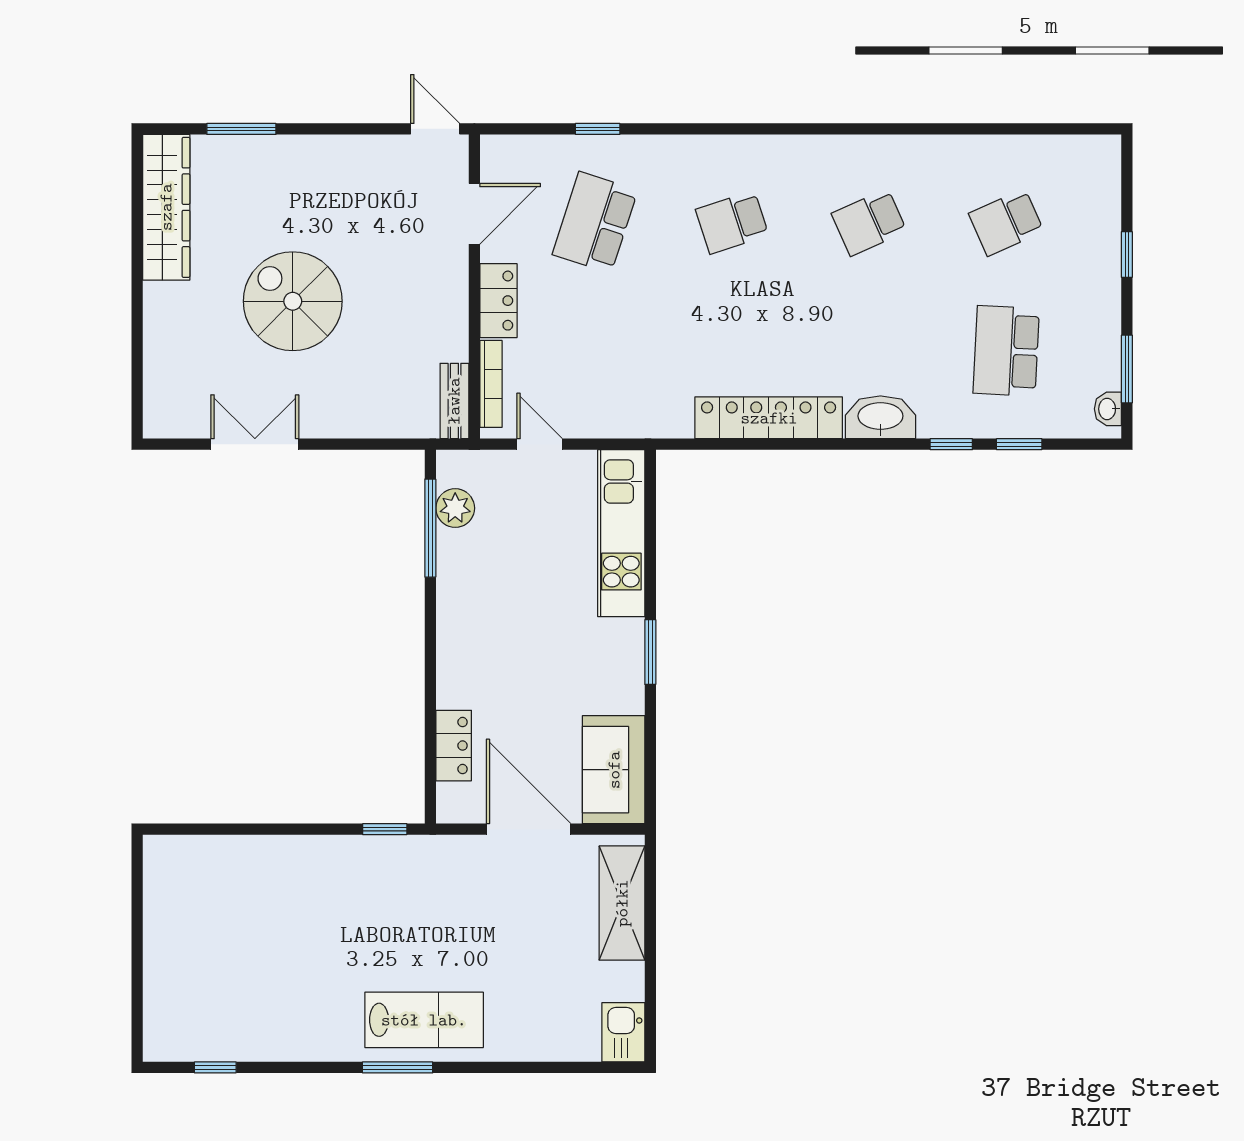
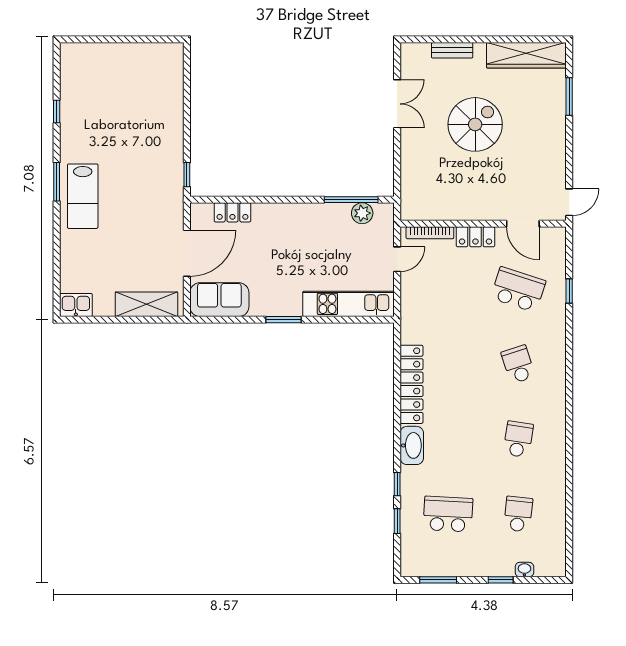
school desk: (869, 222) -> (518, 439), turned 33
school desk: (1006, 222) -> (518, 514), turned 30
bench: (454, 401) -> (452, 50), moved
washbasin: (1108, 409) -> (524, 570), moved
window: (215, 1067) -> (57, 111), moved

